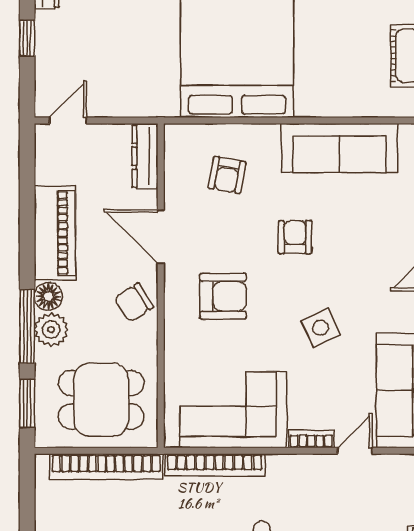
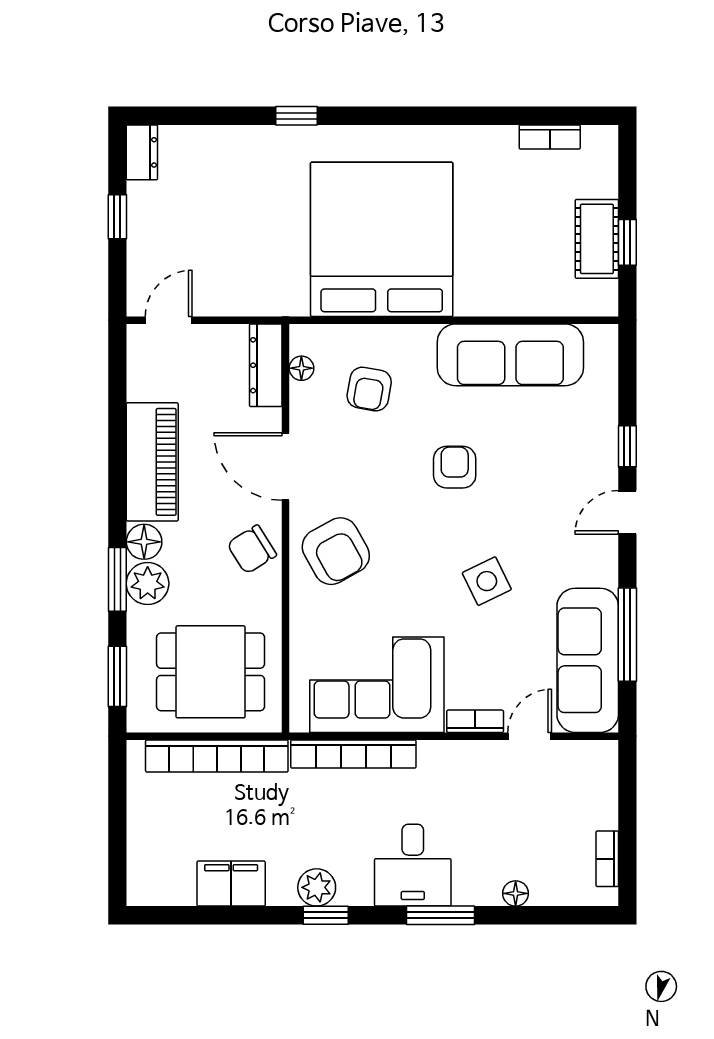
floor lamp: (173, 159) -> (301, 368), added
armchair: (223, 296) -> (336, 551), moved, turned 61
window: (27, 326) -> (117, 579), width x0.69

